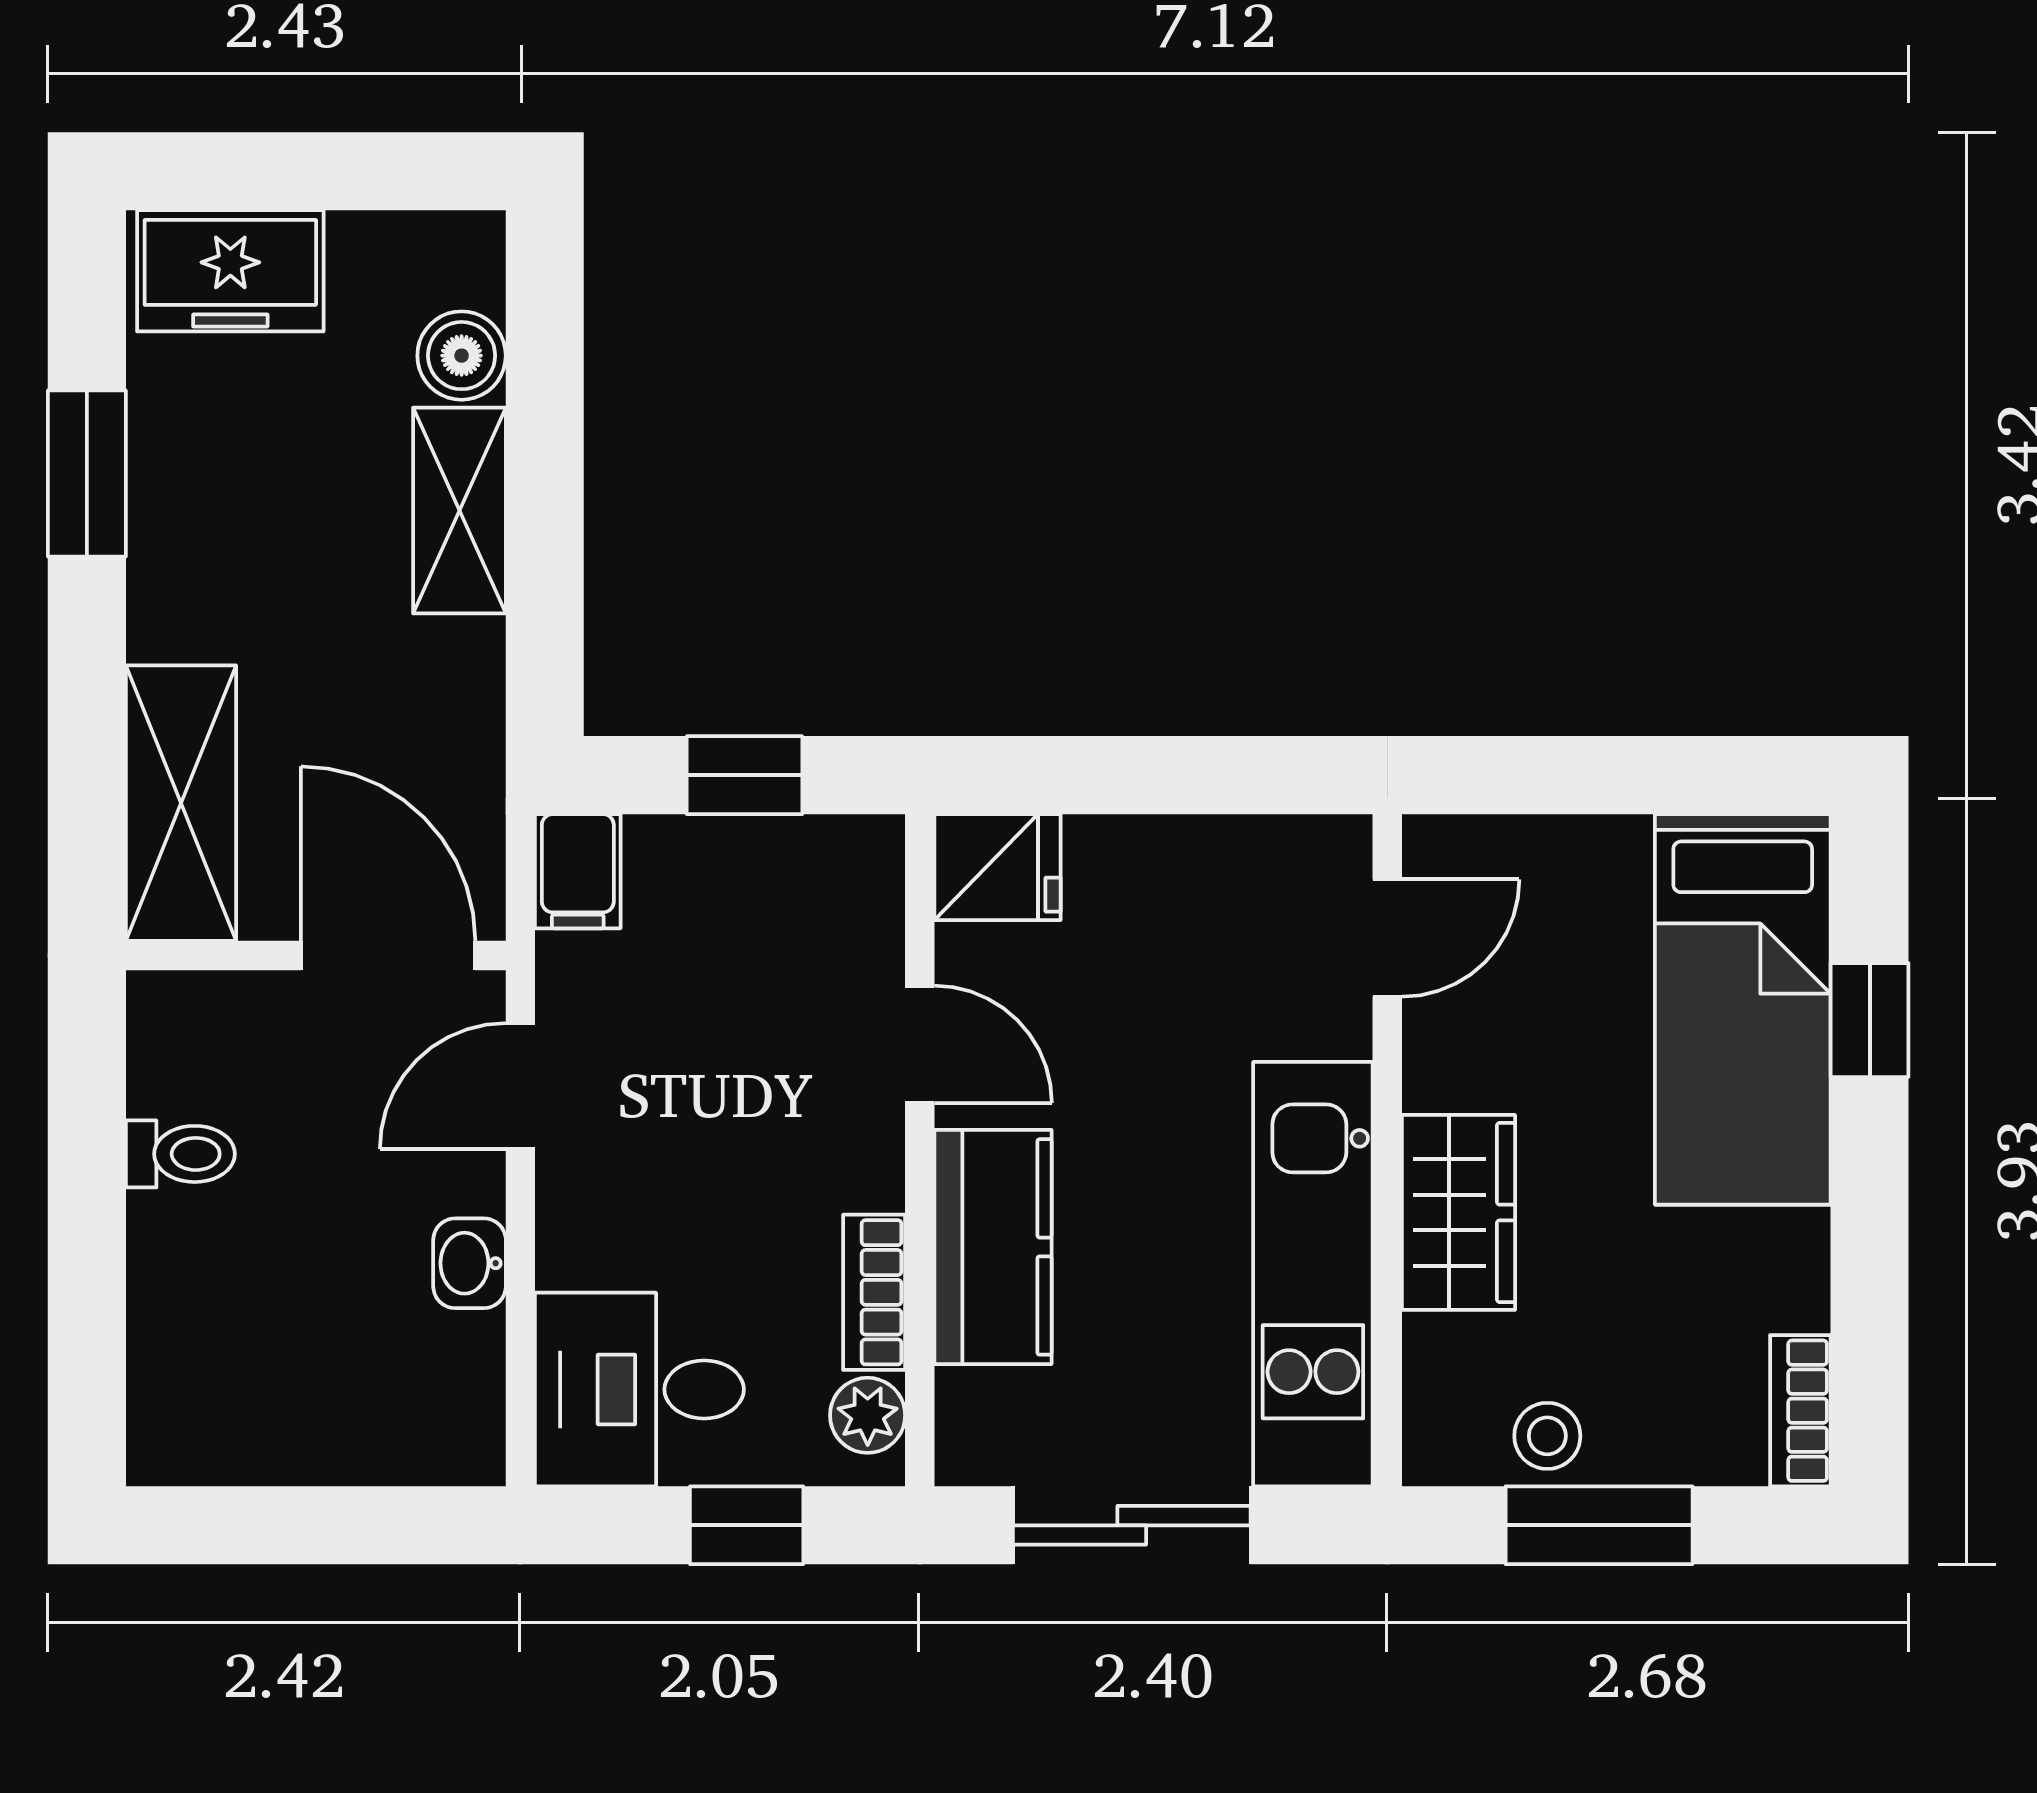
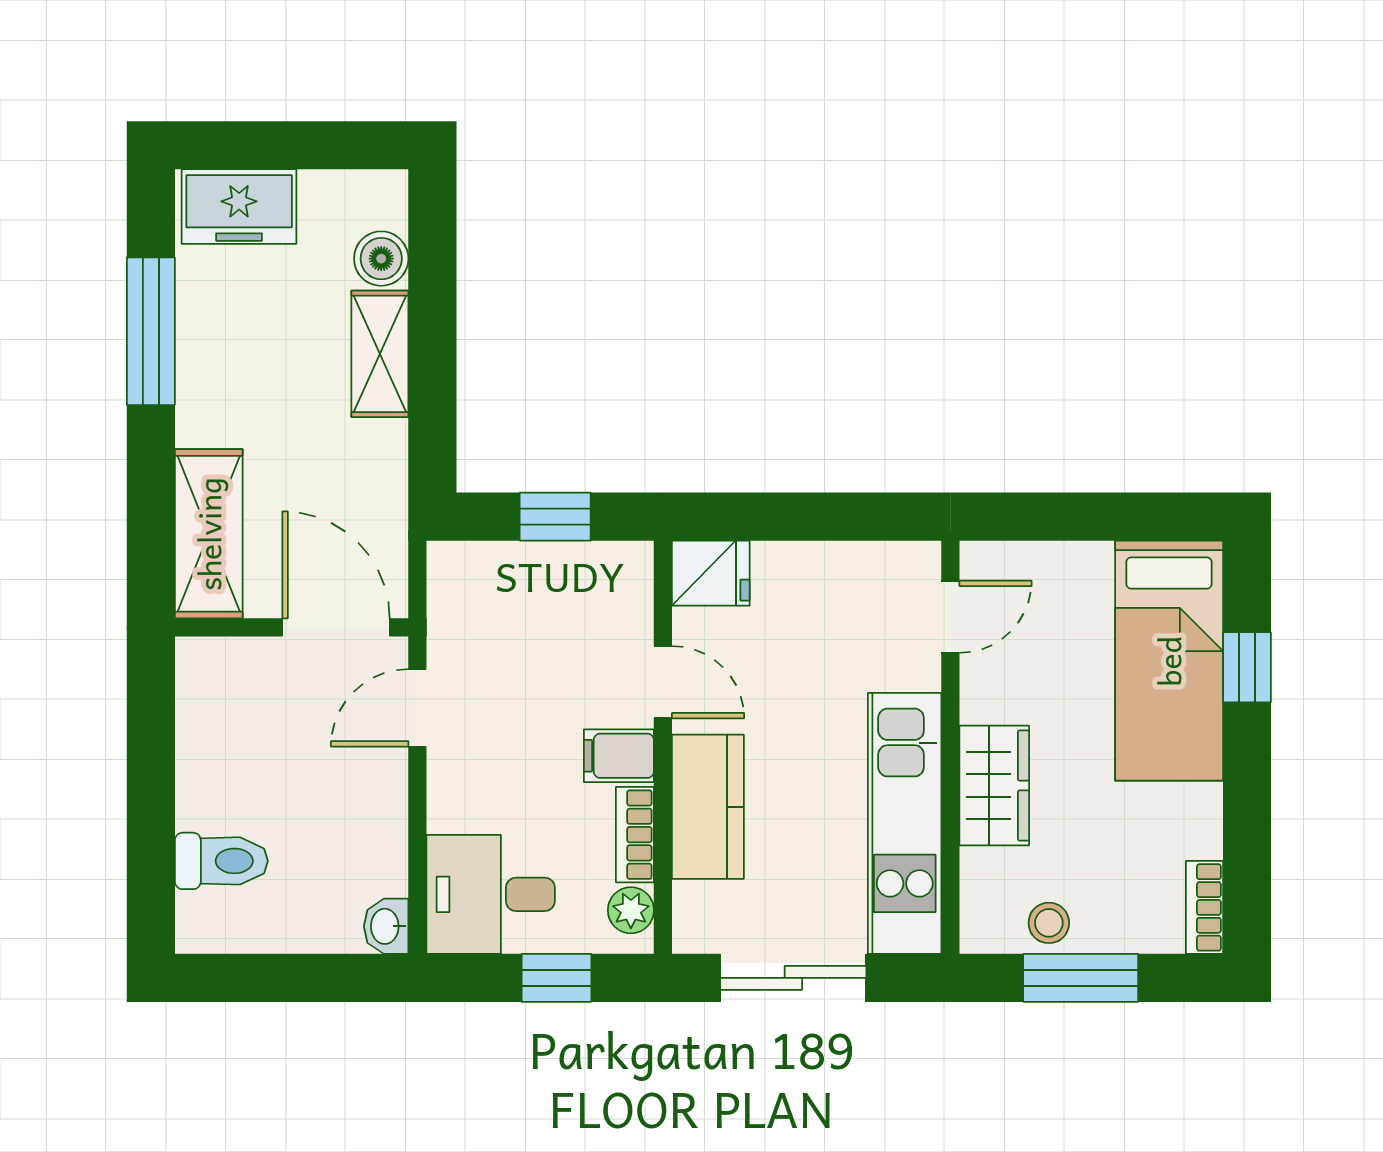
window: (87, 474) -> (151, 331), width x1.44
filing cabinet: (578, 871) -> (619, 756), moved, turned 90
toilet: (180, 1154) -> (221, 861), moved, width x1.37, depth x1.39
washbasin: (470, 1263) -> (386, 926), moved

